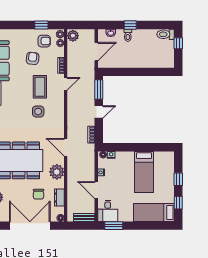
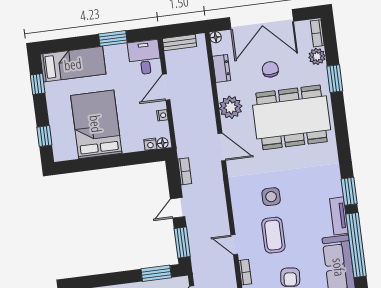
window: (118, 72) -> (156, 273), added
door: (66, 84) -> (234, 245), hinge flipped
bed: (144, 172) -> (96, 124), width x1.50
window: (178, 179) -> (44, 136), moved
door: (96, 190) -> (166, 87), swing flipped
chair: (39, 194) -> (270, 69), moved
window: (114, 226) -> (113, 38), moved

